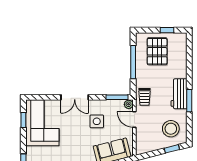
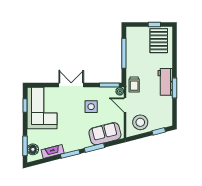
pallet: (157, 51) -> (159, 41), moved
double door: (75, 97) -> (71, 85), swing flipped
stool: (171, 129) -> (140, 122), moved

